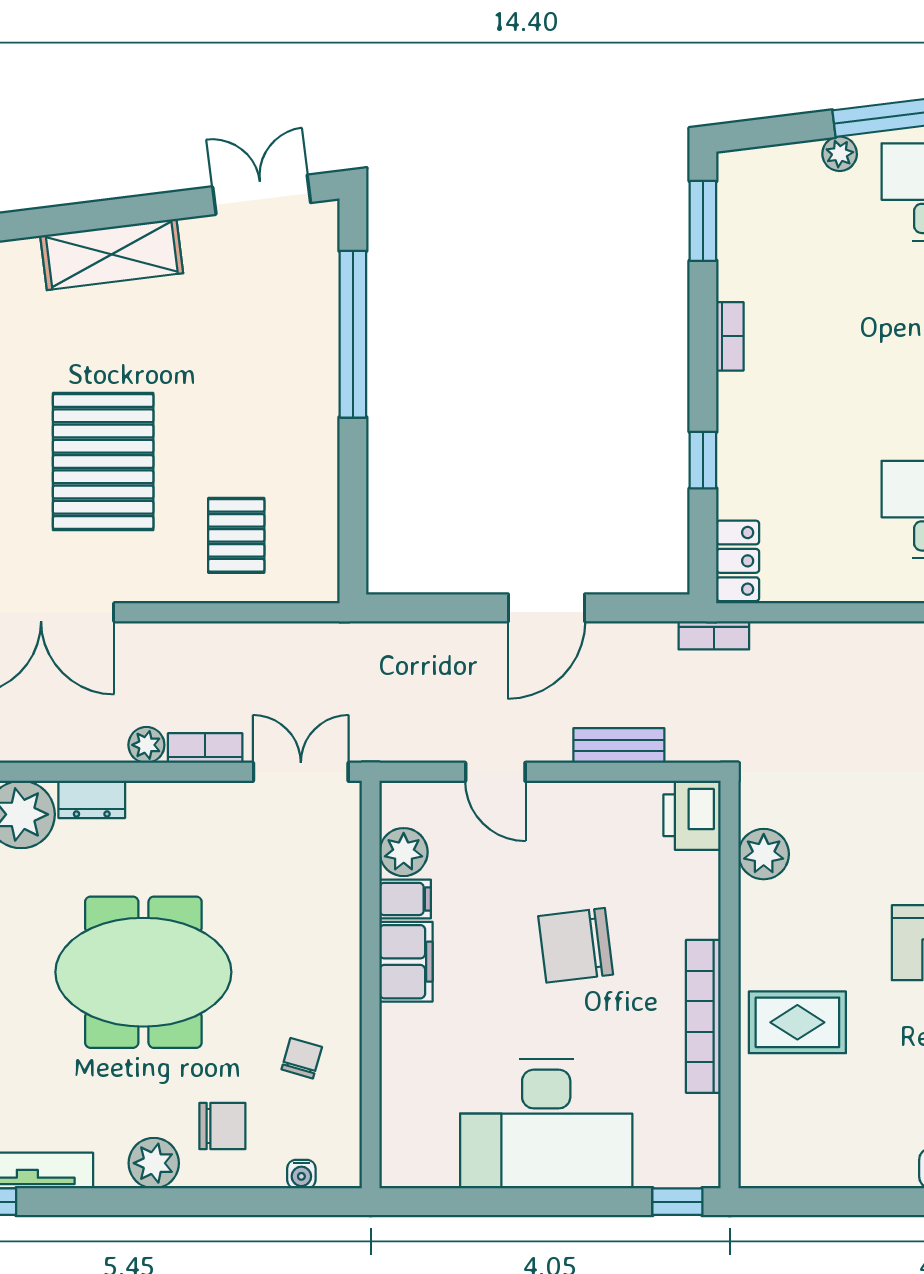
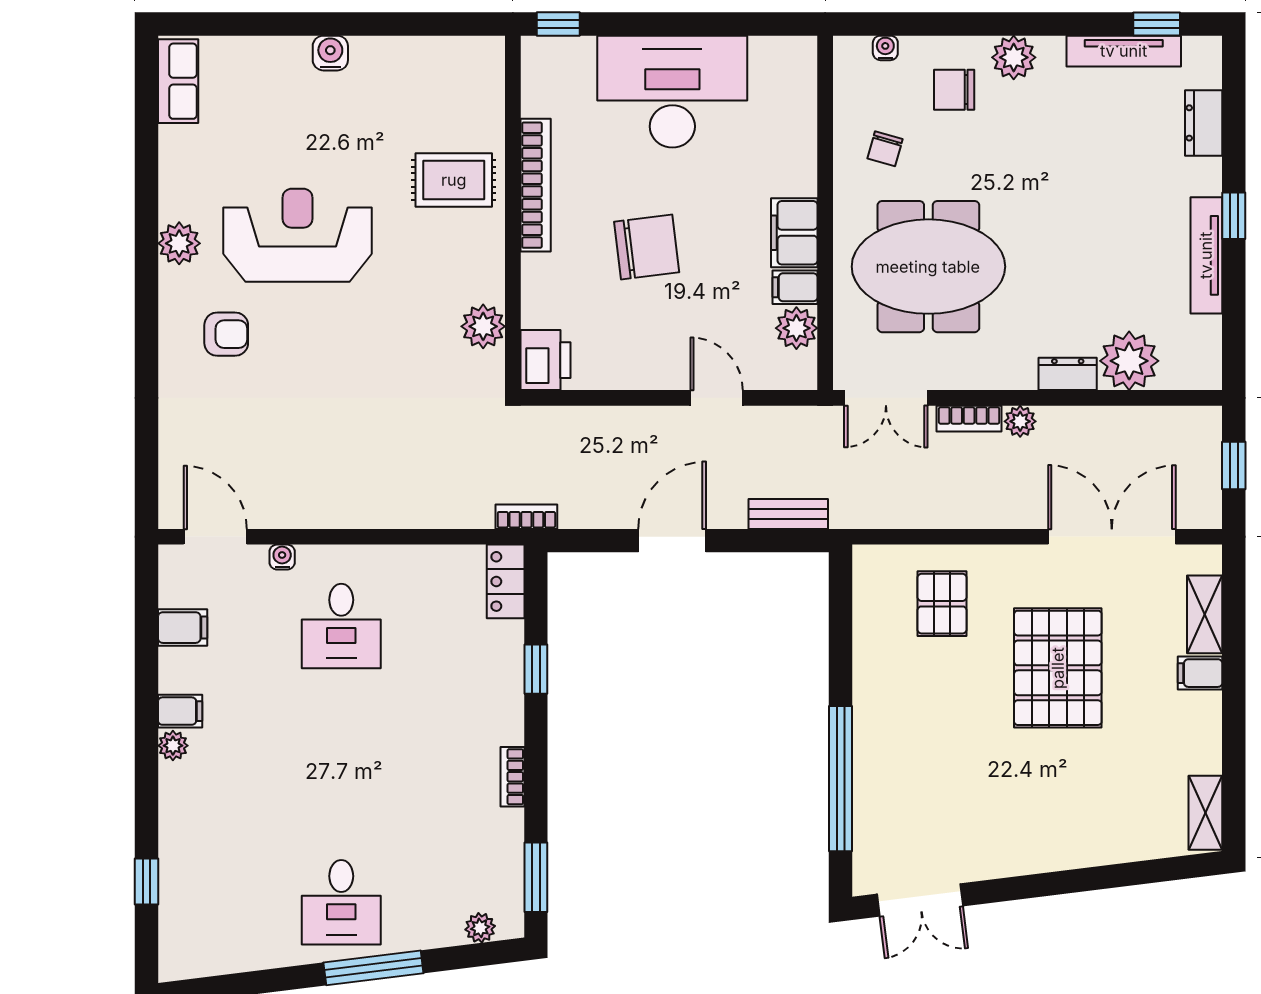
plant: (840, 154) -> (480, 928), moved
shelving: (112, 254) -> (1050, 848), removed
bench: (619, 746) -> (788, 514), moved
meeting table: (143, 972) -> (928, 267), moved

